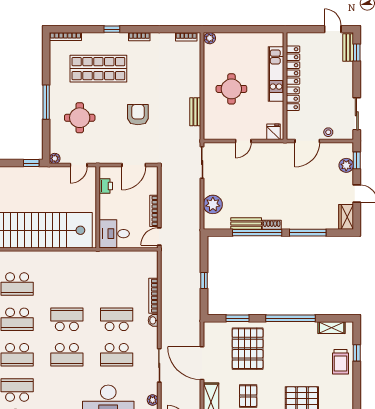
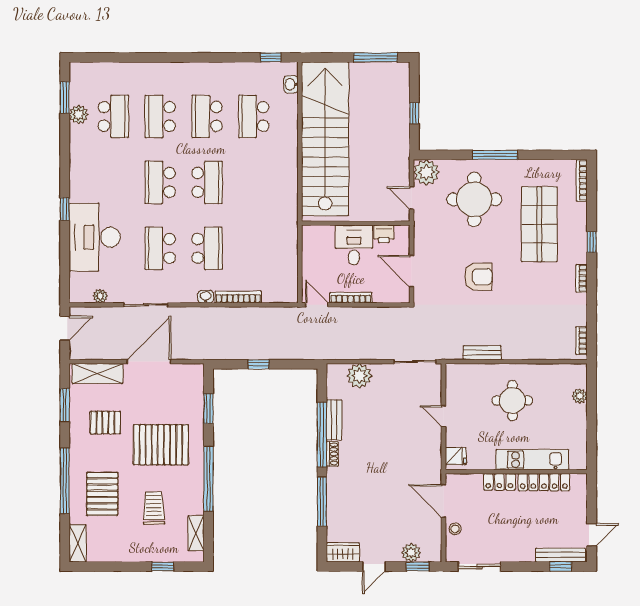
plant: (210, 38) -> (580, 396), moved
bench: (348, 48) -> (561, 555), width x1.36
round table: (80, 118) -> (474, 199), width x1.36, depth x1.36
plant: (55, 158) -> (426, 172), width x1.88, depth x1.88
window: (31, 163) -> (414, 113), moved
desk: (114, 234) -> (354, 245), moved
pallet: (248, 349) -> (161, 445), moved
trolley: (340, 362) -> (154, 508), moved, turned 89

